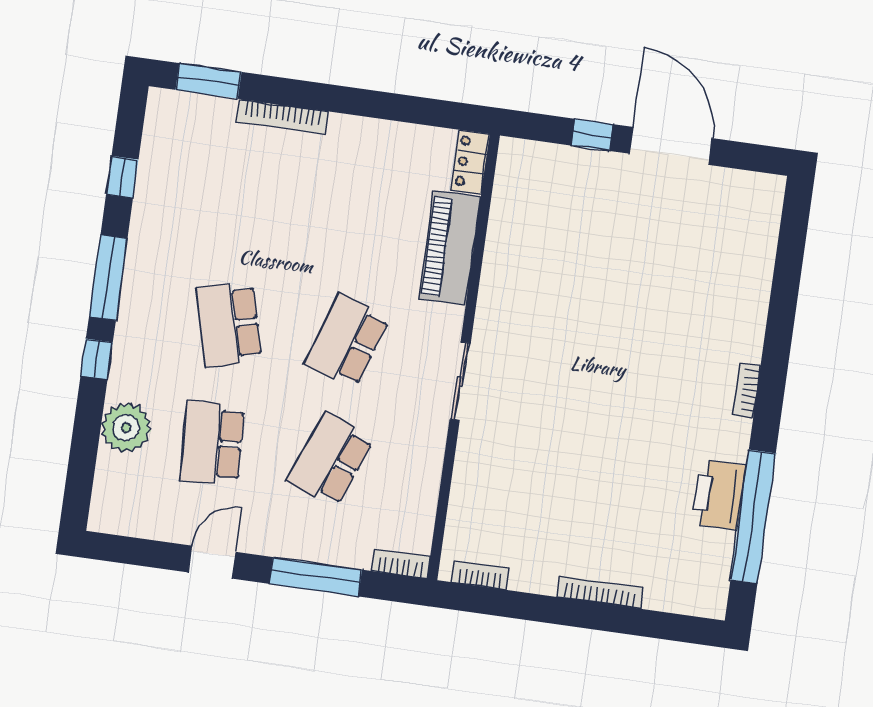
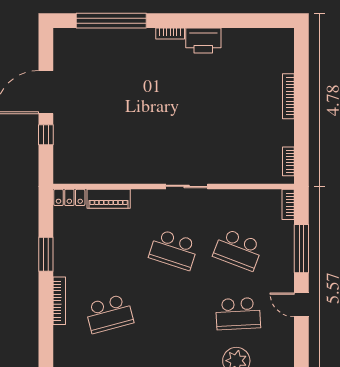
window: (209, 81) -> (46, 254), moved
piano: (450, 248) -> (109, 199), width x0.73, depth x0.75
school desk: (229, 324) -> (109, 314), moved
printer: (719, 495) -> (203, 40), moved
window: (753, 516) -> (111, 21), moved

